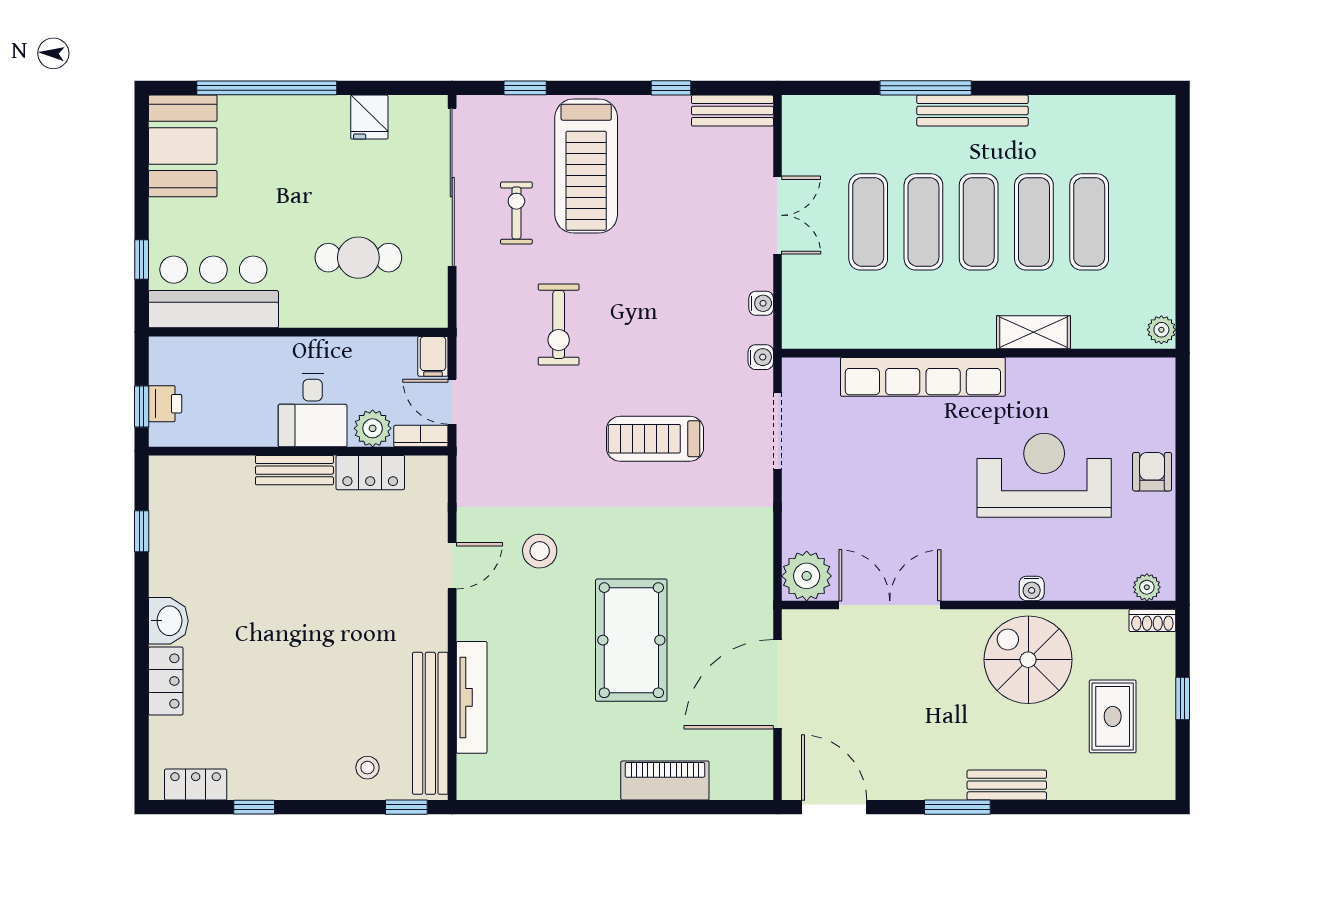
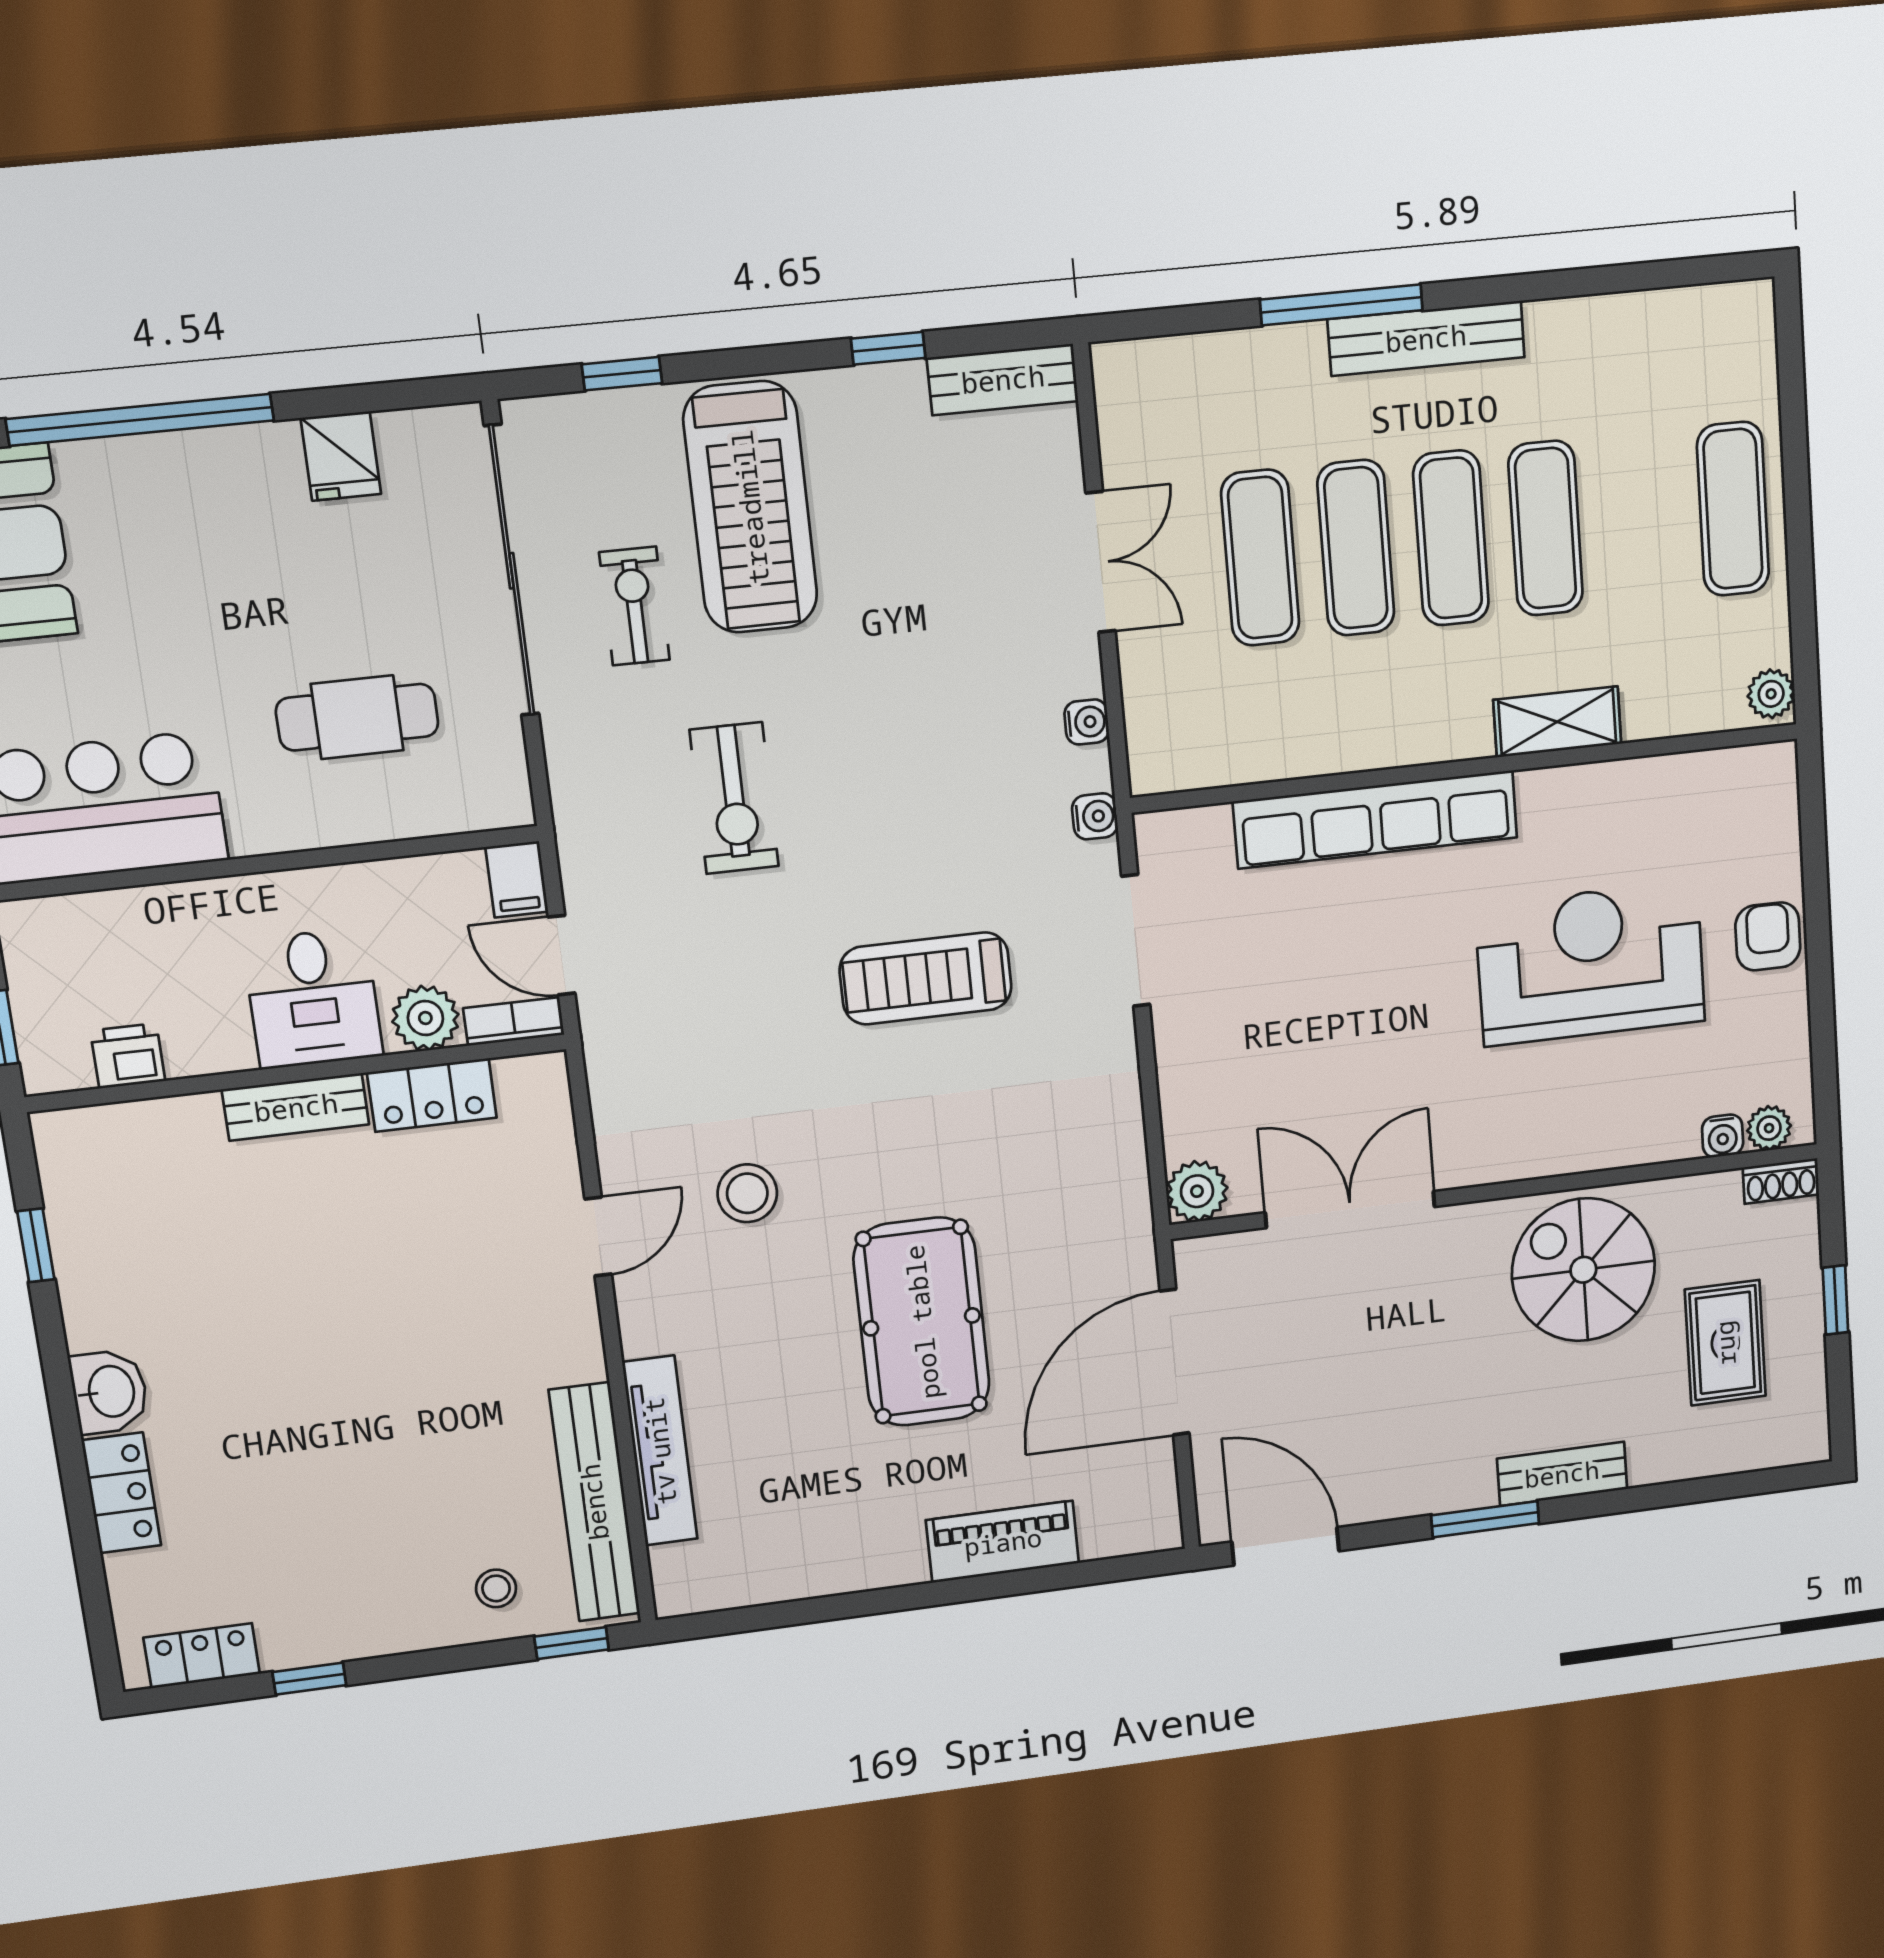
exercise mat: (1089, 222) -> (1733, 509), moved
printer: (165, 404) -> (128, 1056), moved, turned -90
plant: (807, 576) -> (1197, 1191), width x0.73, depth x0.73
water cooler: (1032, 588) -> (1723, 1136), moved

